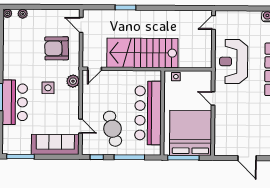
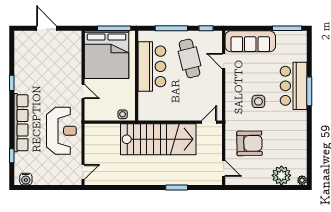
plant: (23, 14) -> (281, 175), width x1.87, depth x1.87
plant: (73, 81) -> (232, 109), removed
bar counter: (148, 113) -> (152, 66), width x0.73

